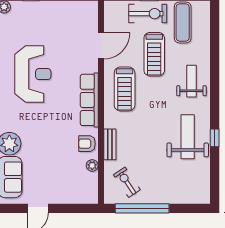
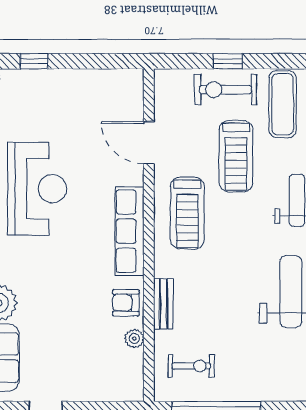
exercise bike: (148, 14) -> (226, 90), turned 180
door: (101, 46) -> (149, 143), swing flipped
exercise bike: (127, 182) -> (191, 366), turned 124

